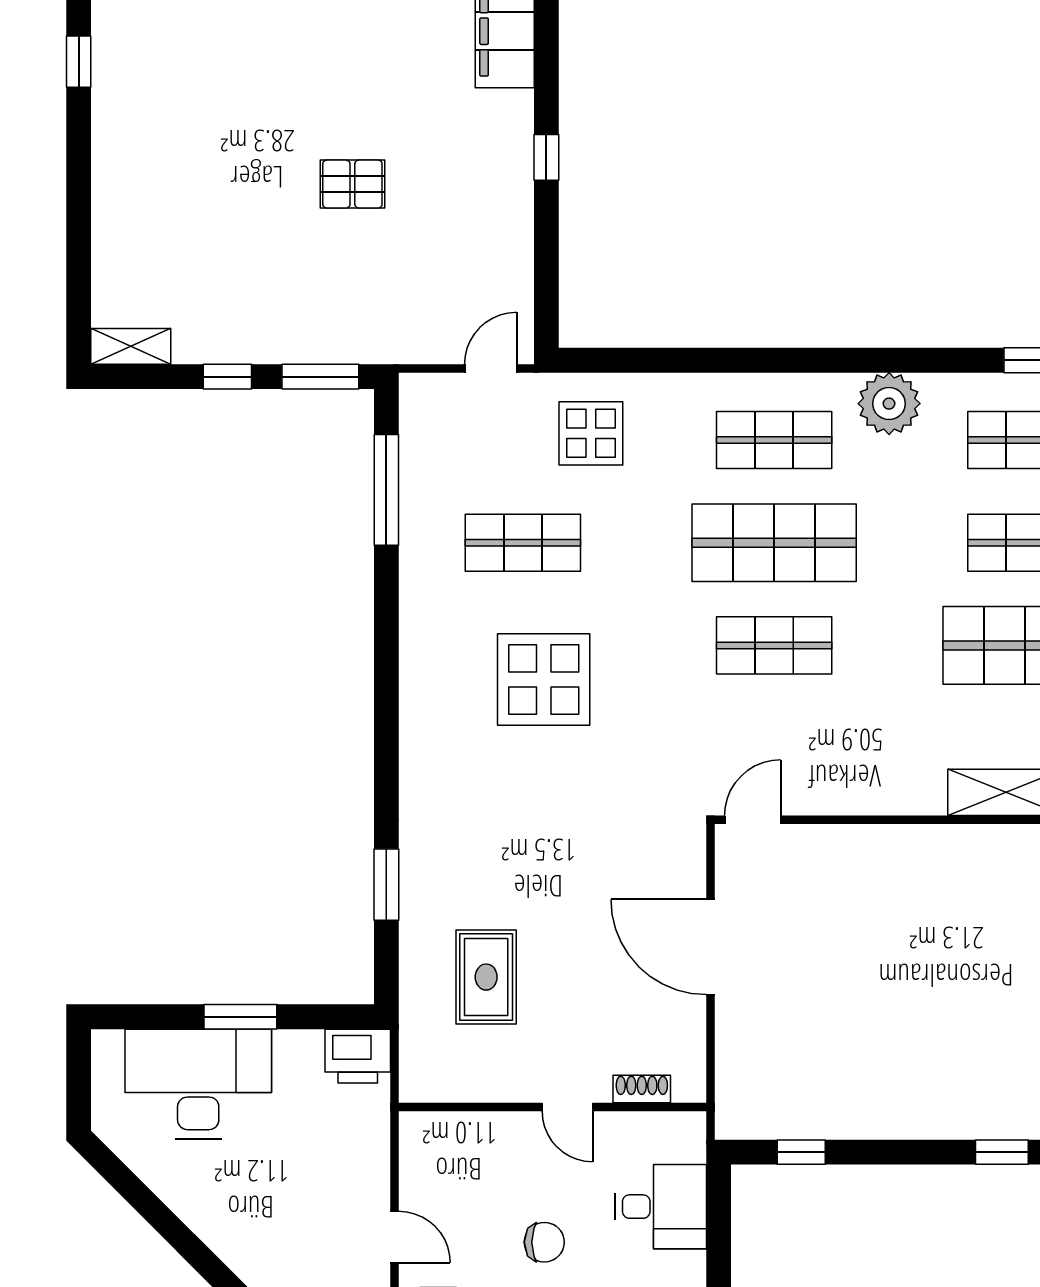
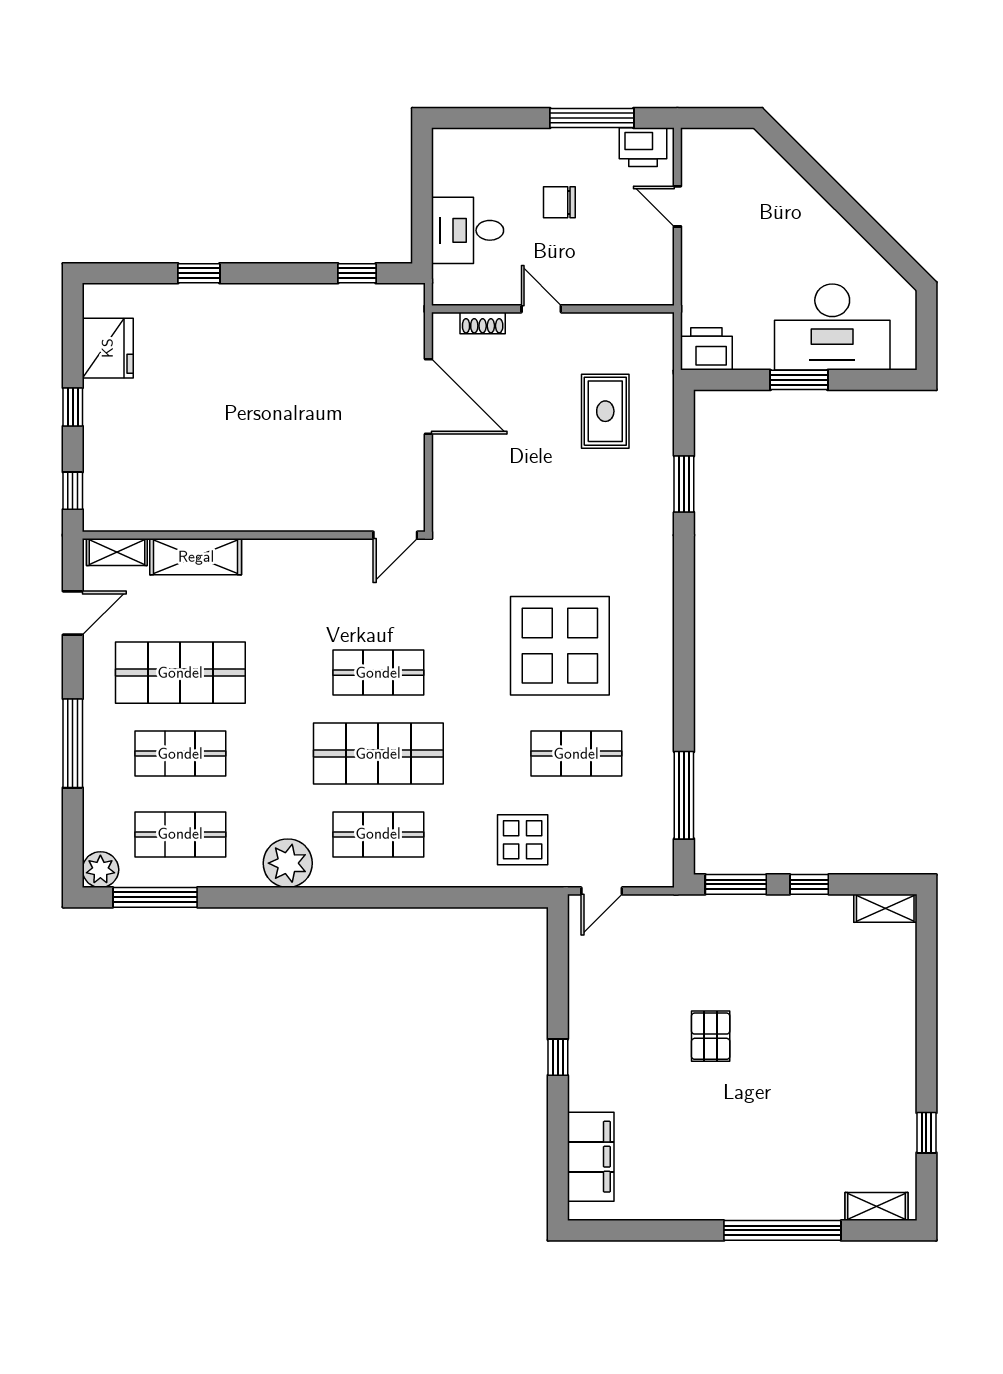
pallet: (352, 184) -> (711, 1036), turned 90
display table: (544, 680) -> (560, 646), width x1.36, depth x1.36
door: (710, 947) -> (428, 397), moved

